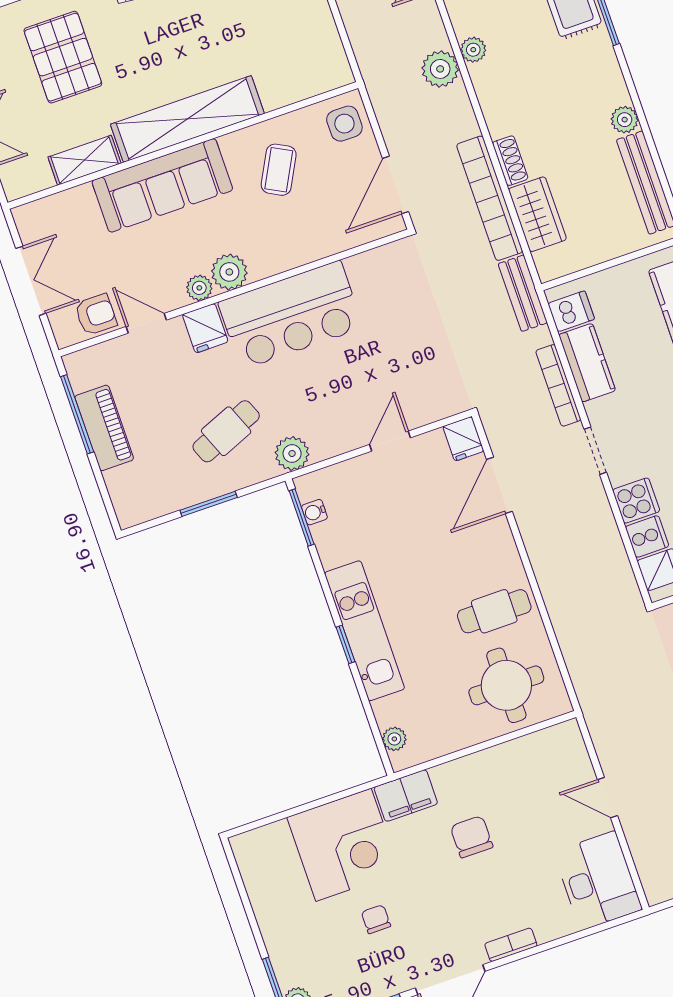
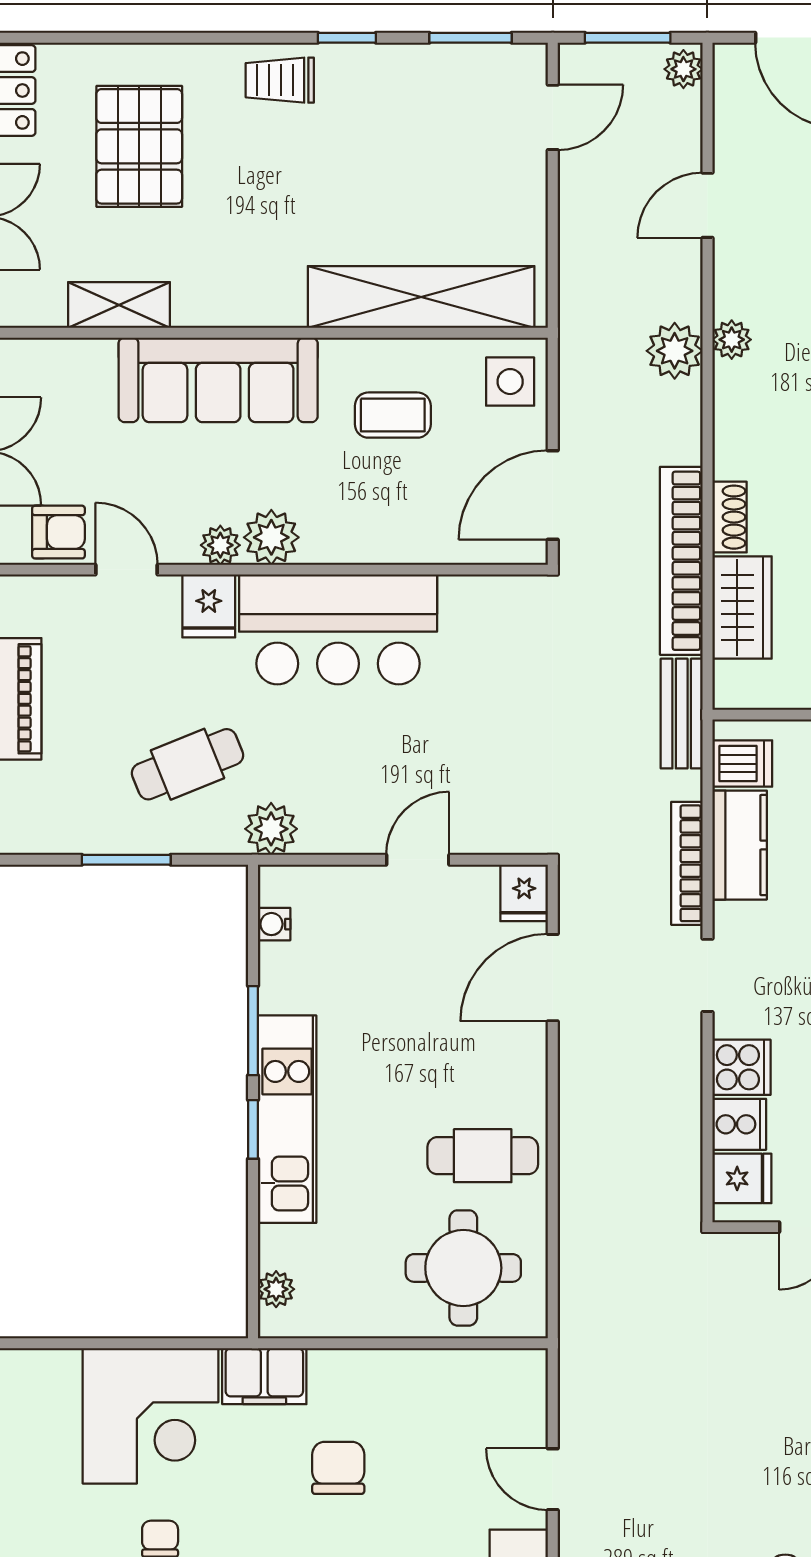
shelving: (187, 119) -> (421, 297), moved
coffee table: (279, 170) -> (393, 415), turned 62
window: (302, 518) -> (253, 1031), moved

